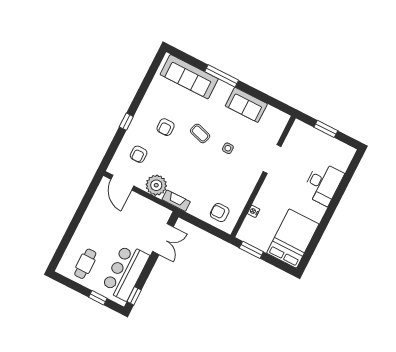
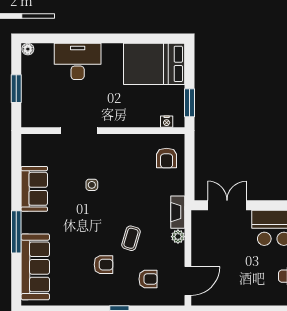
coffee table: (200, 133) -> (131, 238), moved
floor lamp: (350, 152) -> (28, 49), added
plant: (156, 185) -> (178, 237), width x0.53, depth x0.53
nightstand: (254, 211) -> (167, 122), moved

